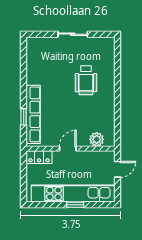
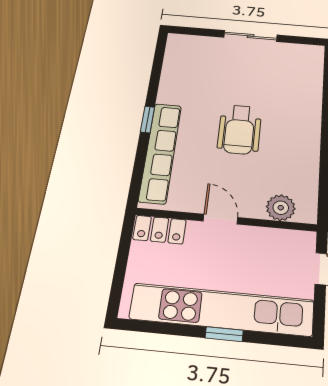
wheelchair: (86, 80) -> (239, 130), moved
window: (24, 117) -> (148, 119), moved
door: (68, 149) -> (220, 219), hinge flipped

